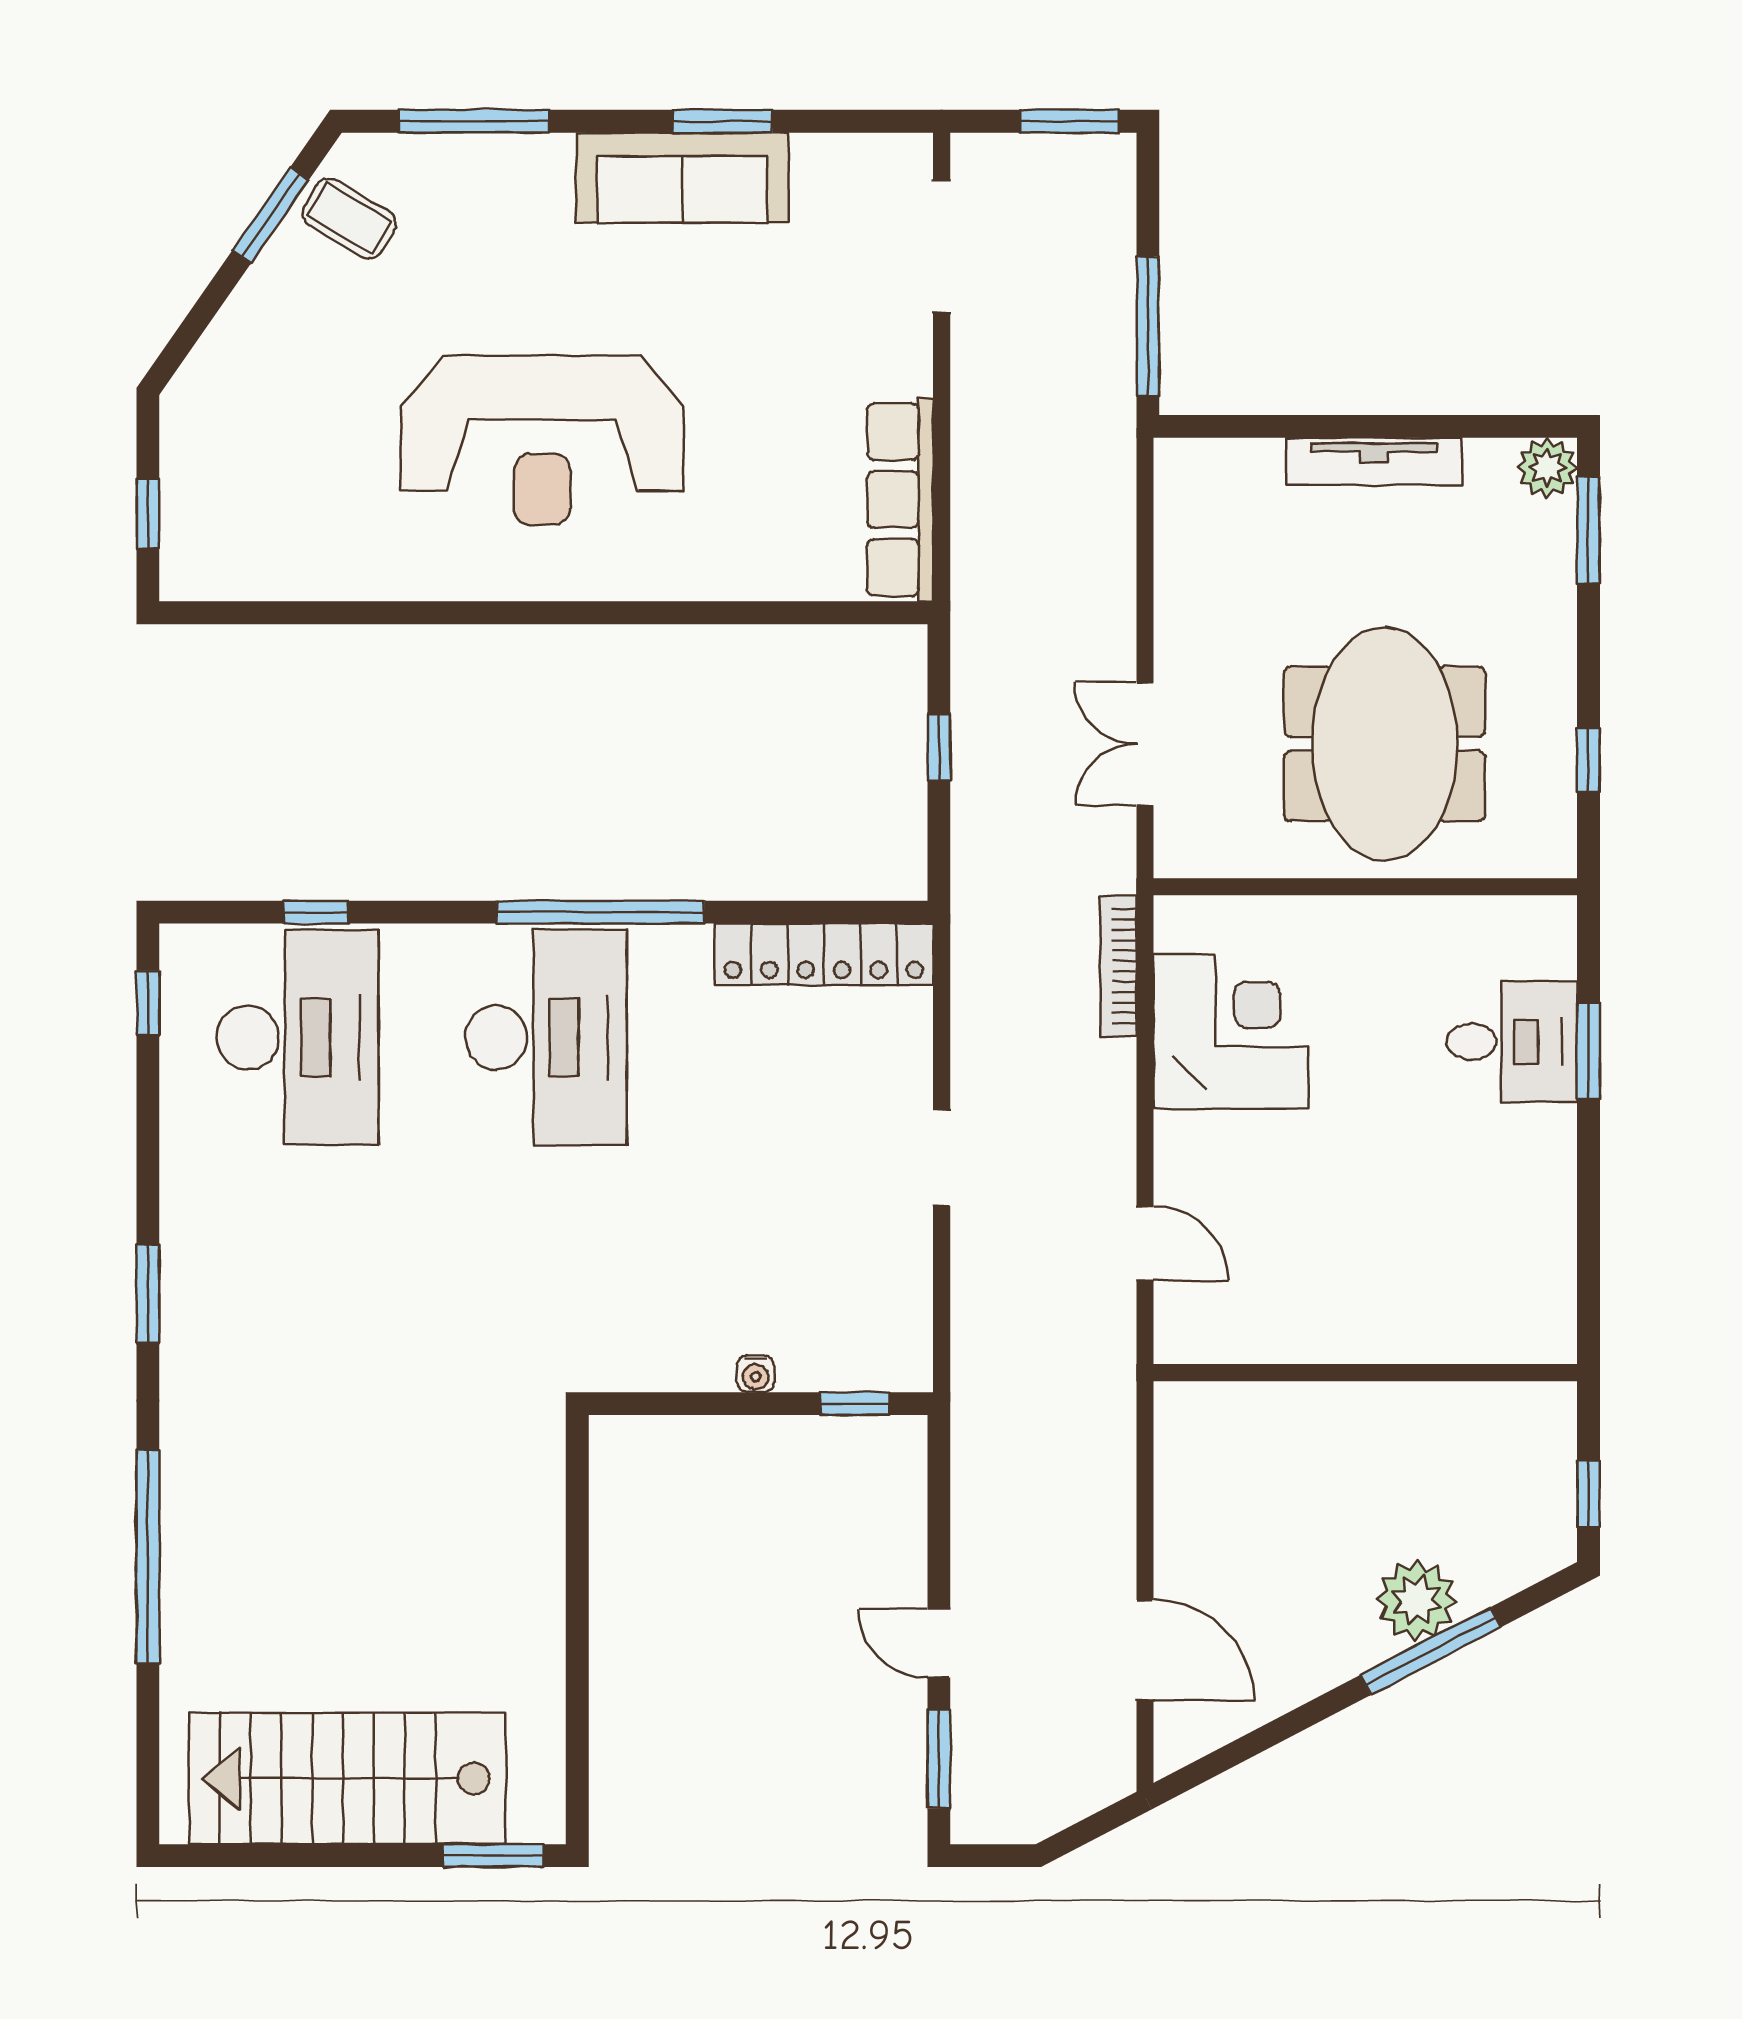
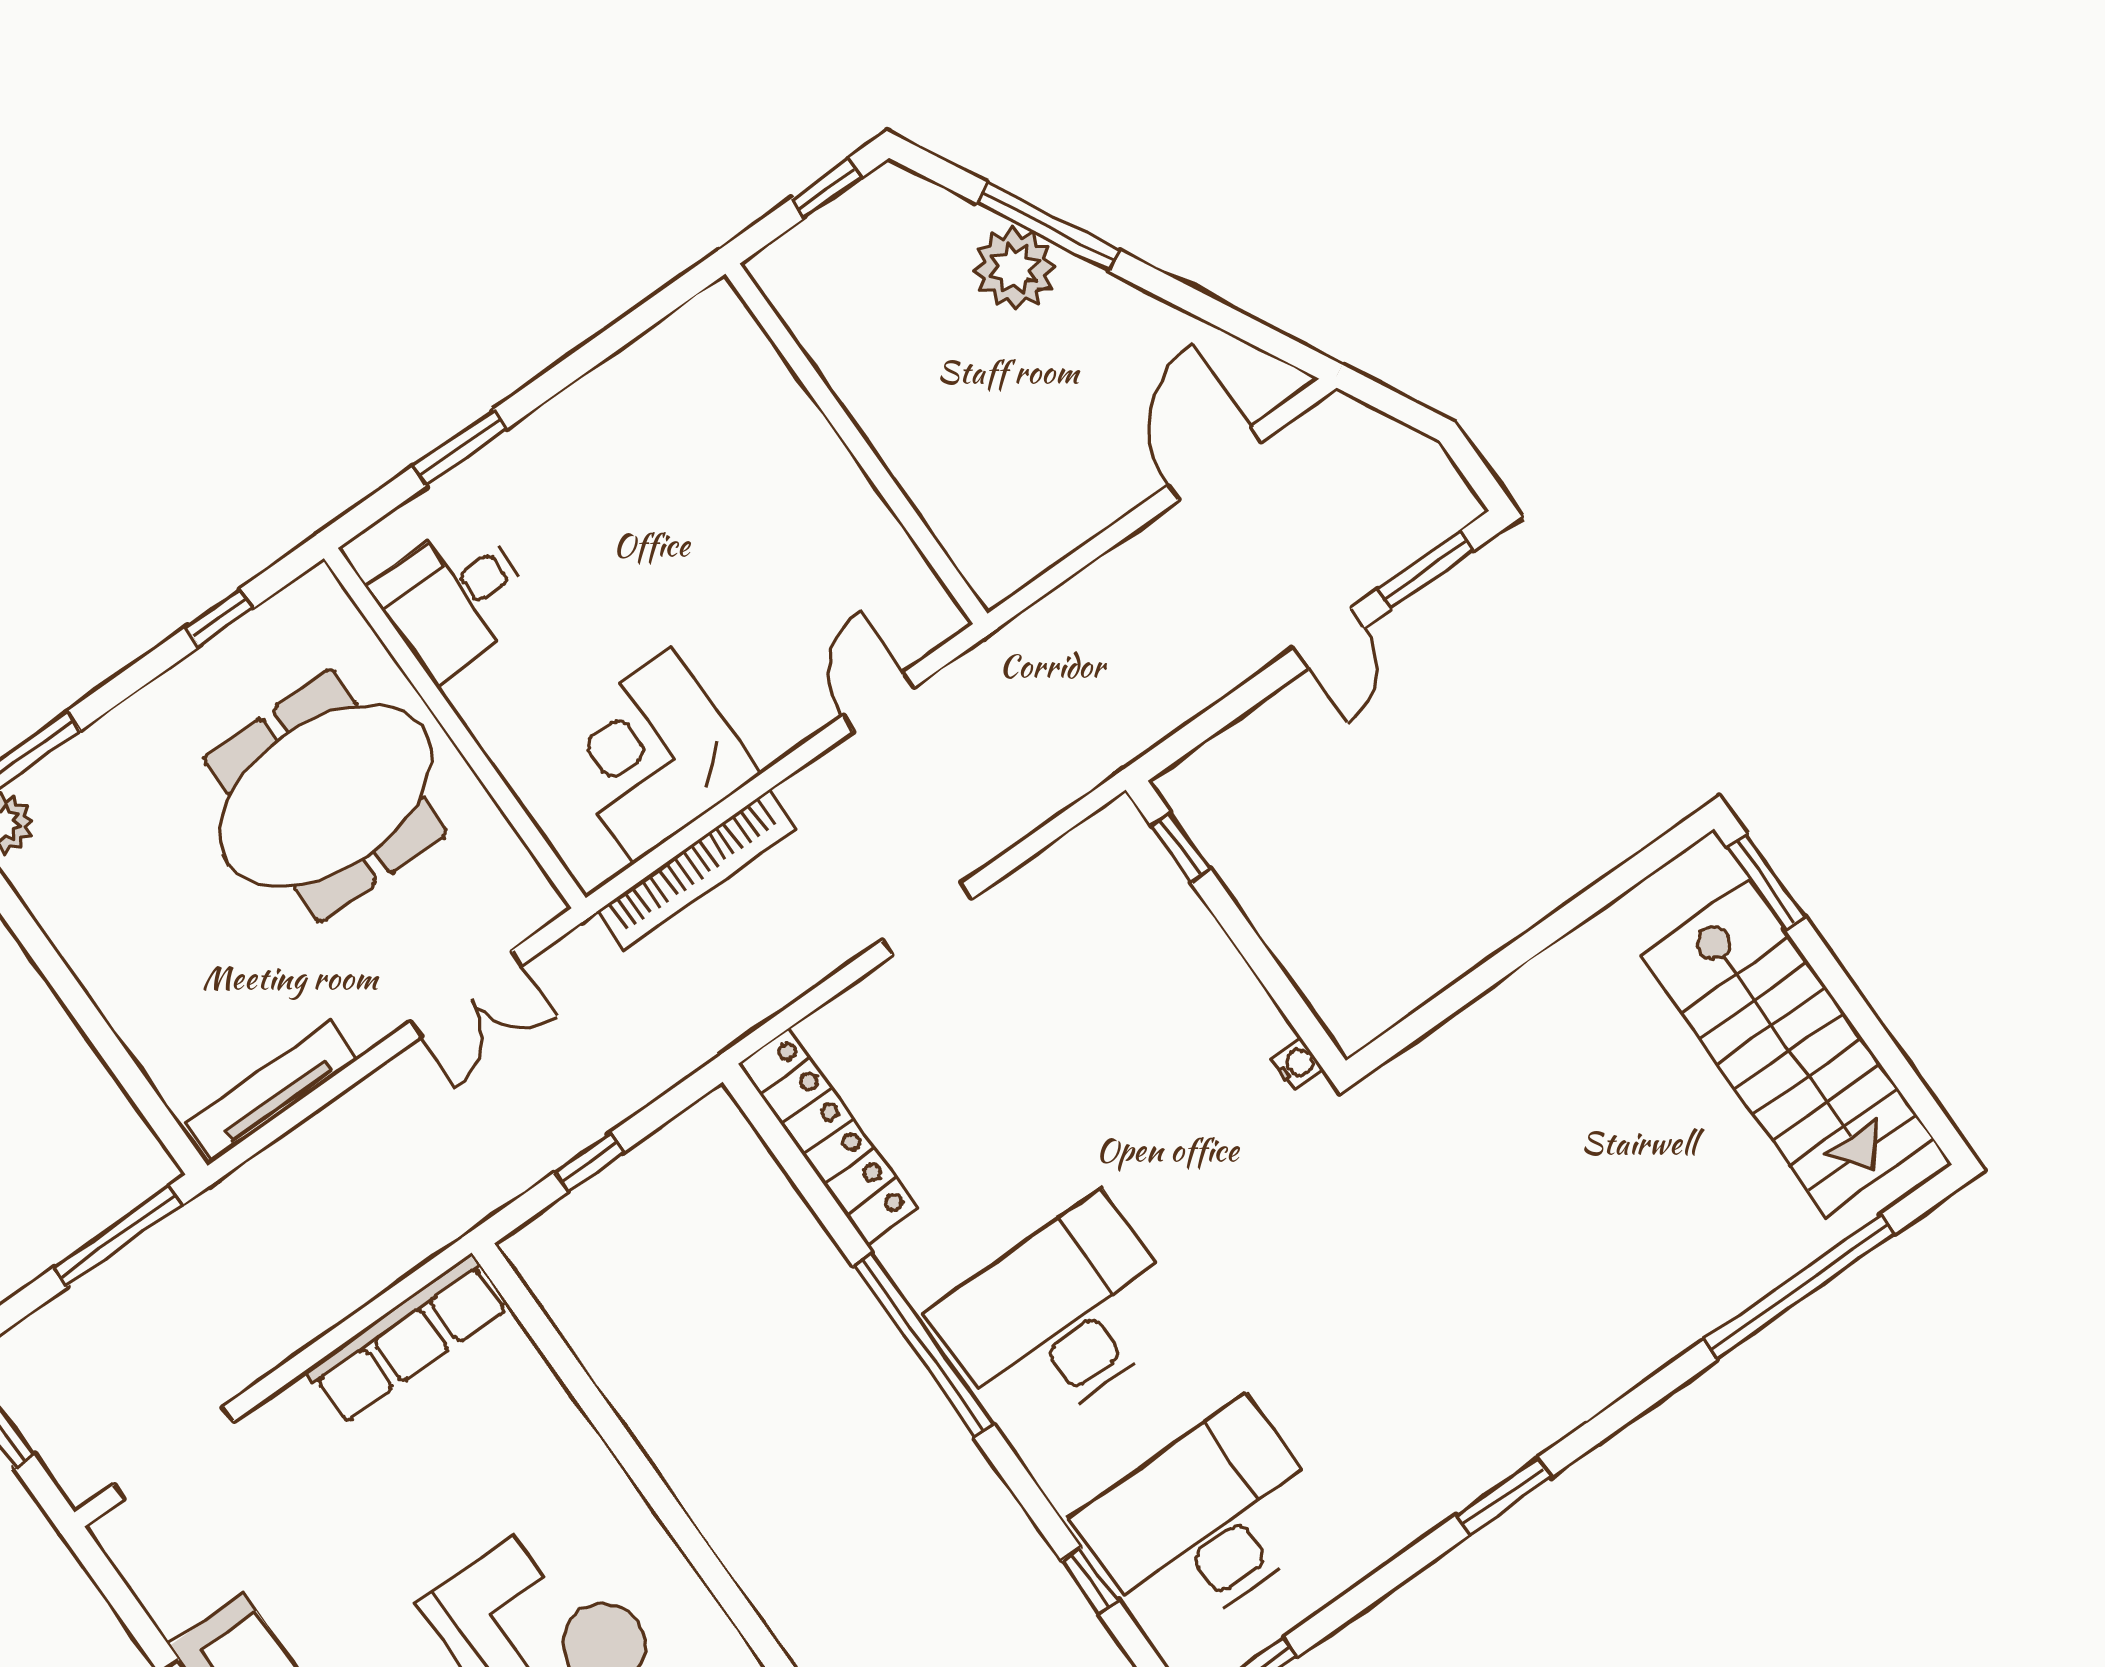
tv unit: (1374, 461) -> (271, 1091), moved, turned -90
bookcase: (1118, 966) -> (696, 870), width x1.48, depth x1.31
desk: (1512, 1042) -> (455, 598), moved, turned -90
water cooler: (756, 1374) -> (1297, 1064), moved
window: (148, 1557) -> (1799, 1287), moved

